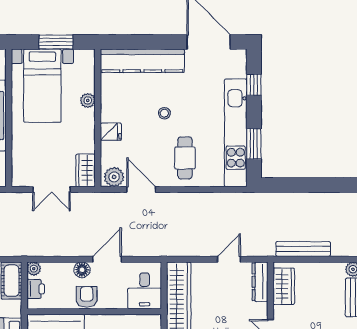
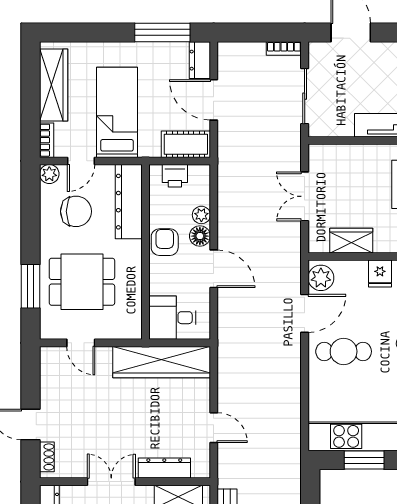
cafe table: (185, 158) -> (344, 351), moved
wardrobe: (86, 170) -> (351, 241), moved
plant: (34, 269) -> (201, 215), moved
dresser: (260, 282) -> (164, 468), moved
armchair: (87, 297) -> (165, 242), turned -90

